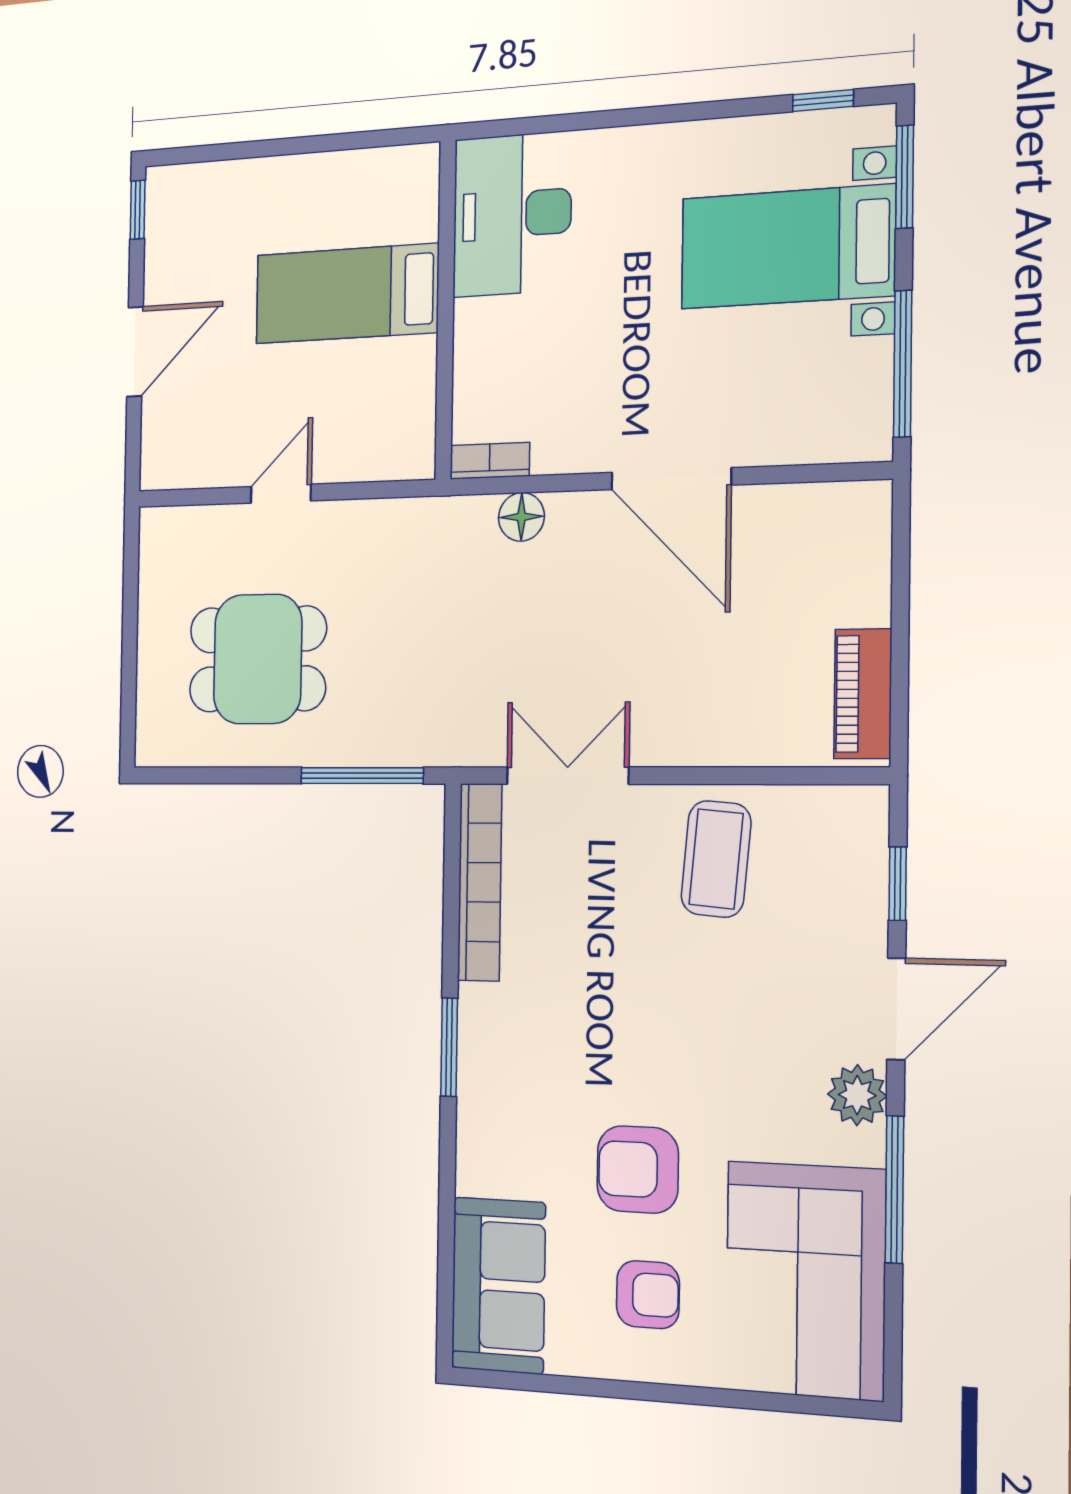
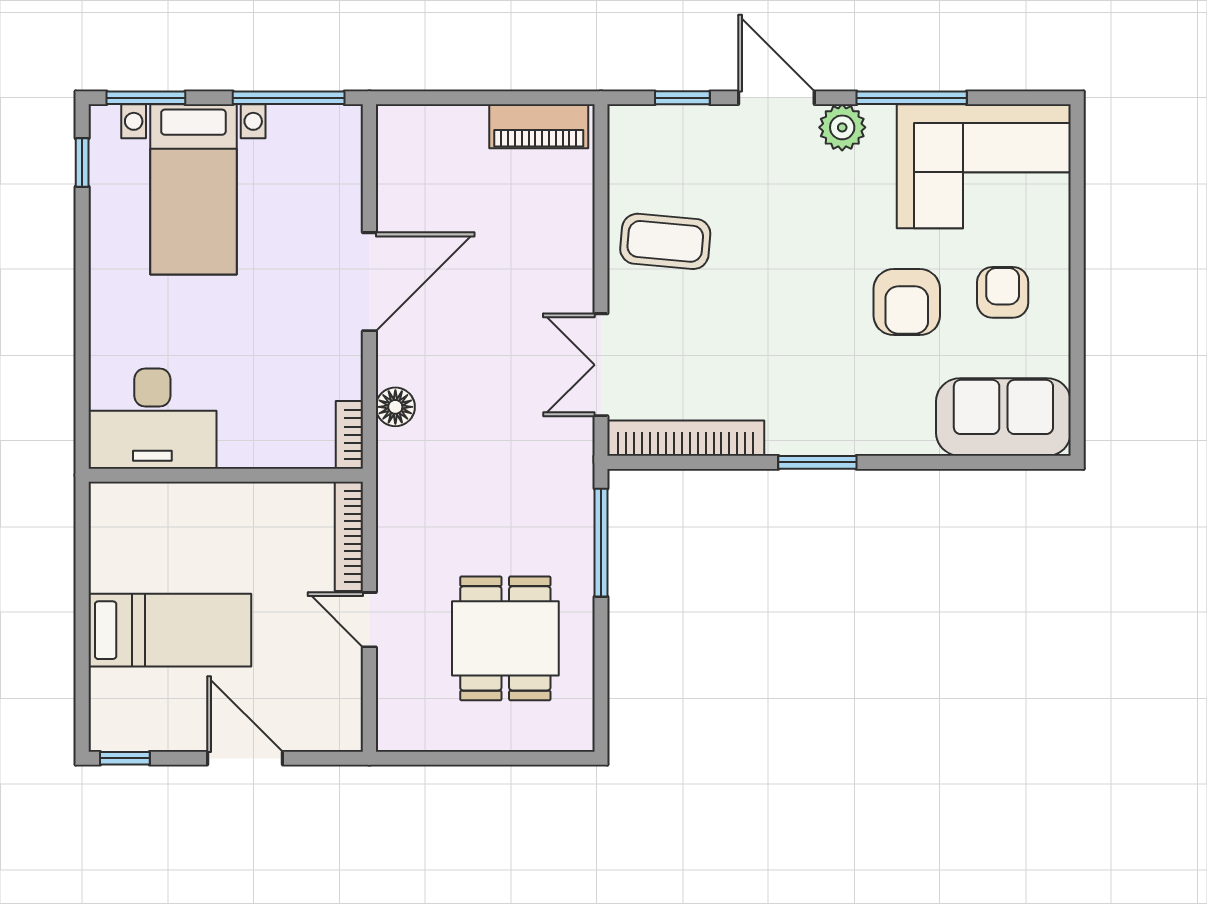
bed: (347, 294) -> (170, 630), moved, turned -90
bookcase: (374, 465) -> (349, 536), added

